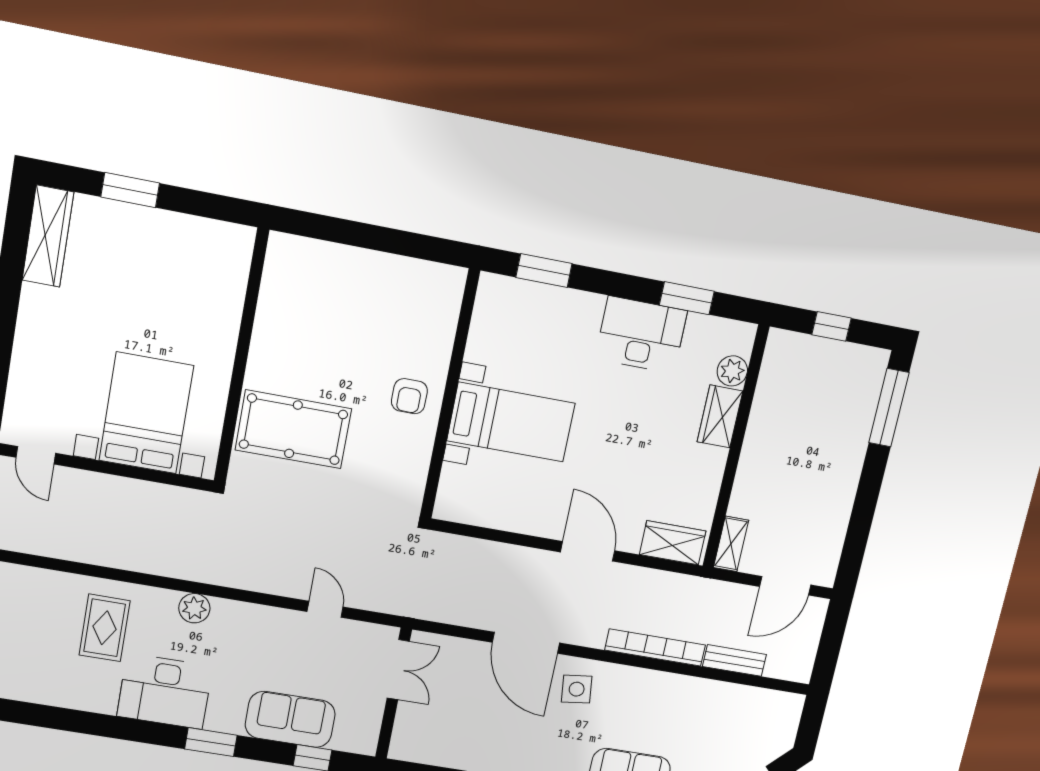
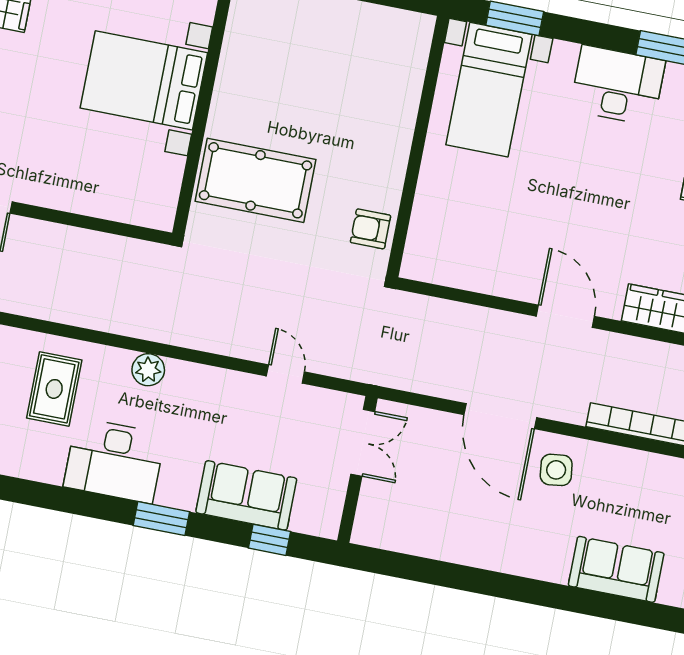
armchair: (409, 396) -> (370, 229), moved, turned 90
bed with nightstands: (146, 413) -> (144, 80), moved, turned -90
bed with nightstands: (511, 422) -> (489, 90), moved, turned 90

